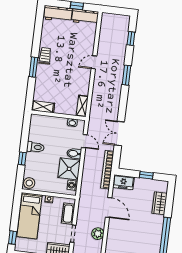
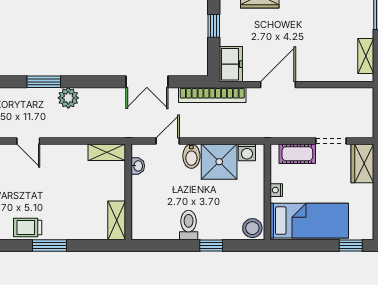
plant: (98, 234) -> (68, 98), moved

